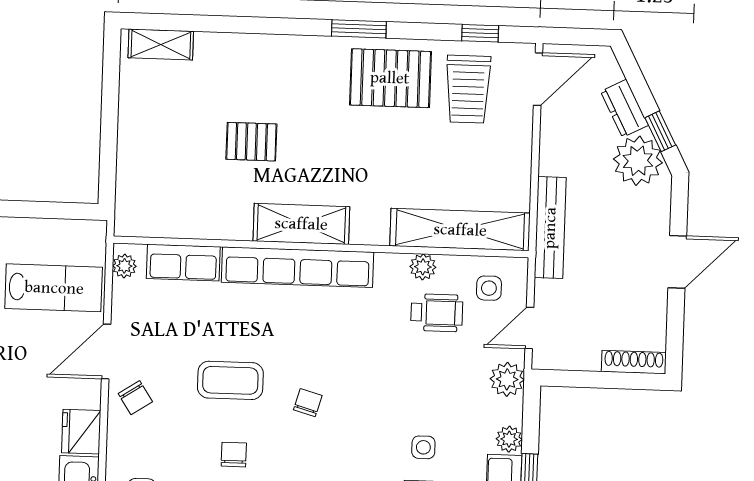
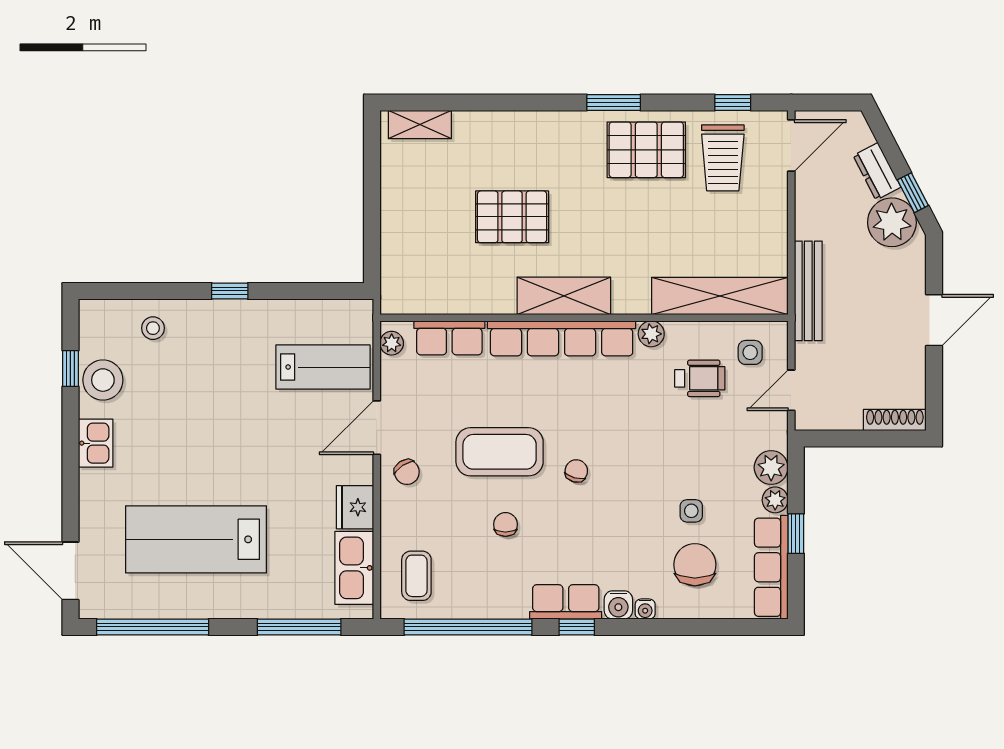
pallet: (251, 142) -> (512, 217), width x1.50, depth x1.42
plant: (423, 267) -> (651, 334), moved
plant: (507, 379) -> (771, 468), moved
coffee table: (230, 380) -> (500, 452), width x1.36, depth x1.32

